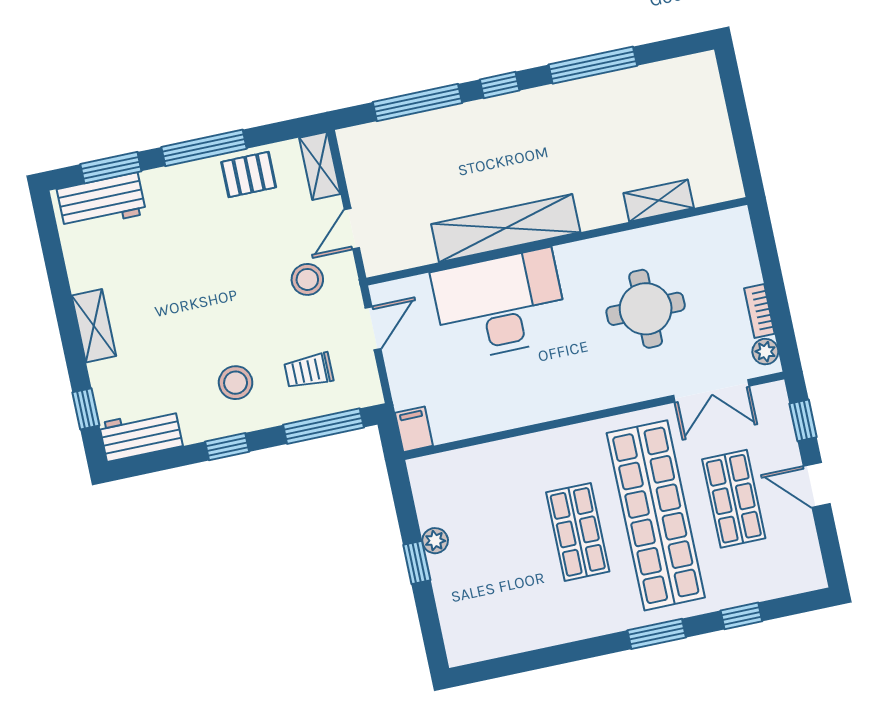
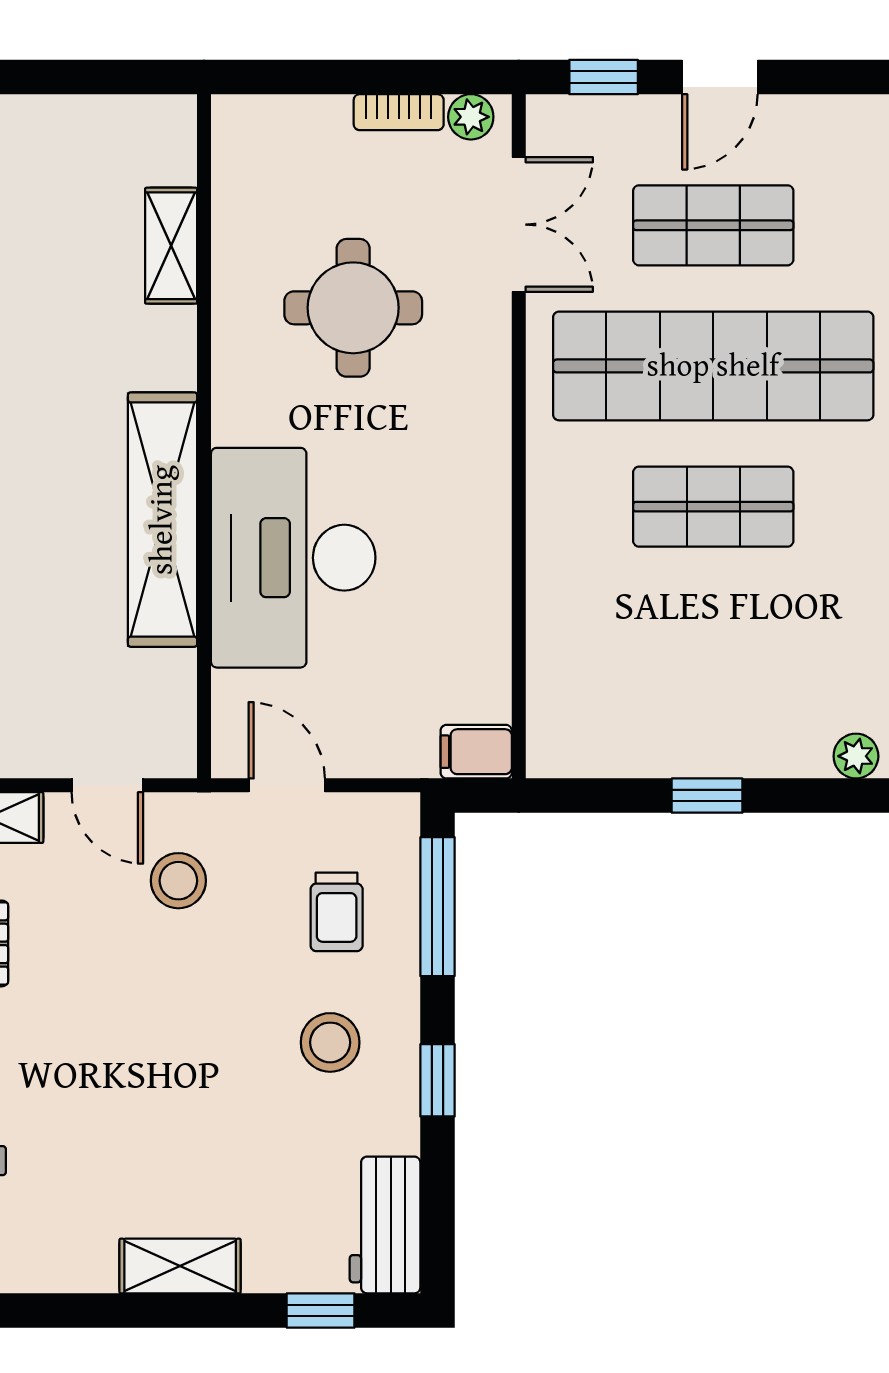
plant: (435, 541) -> (856, 756), moved

